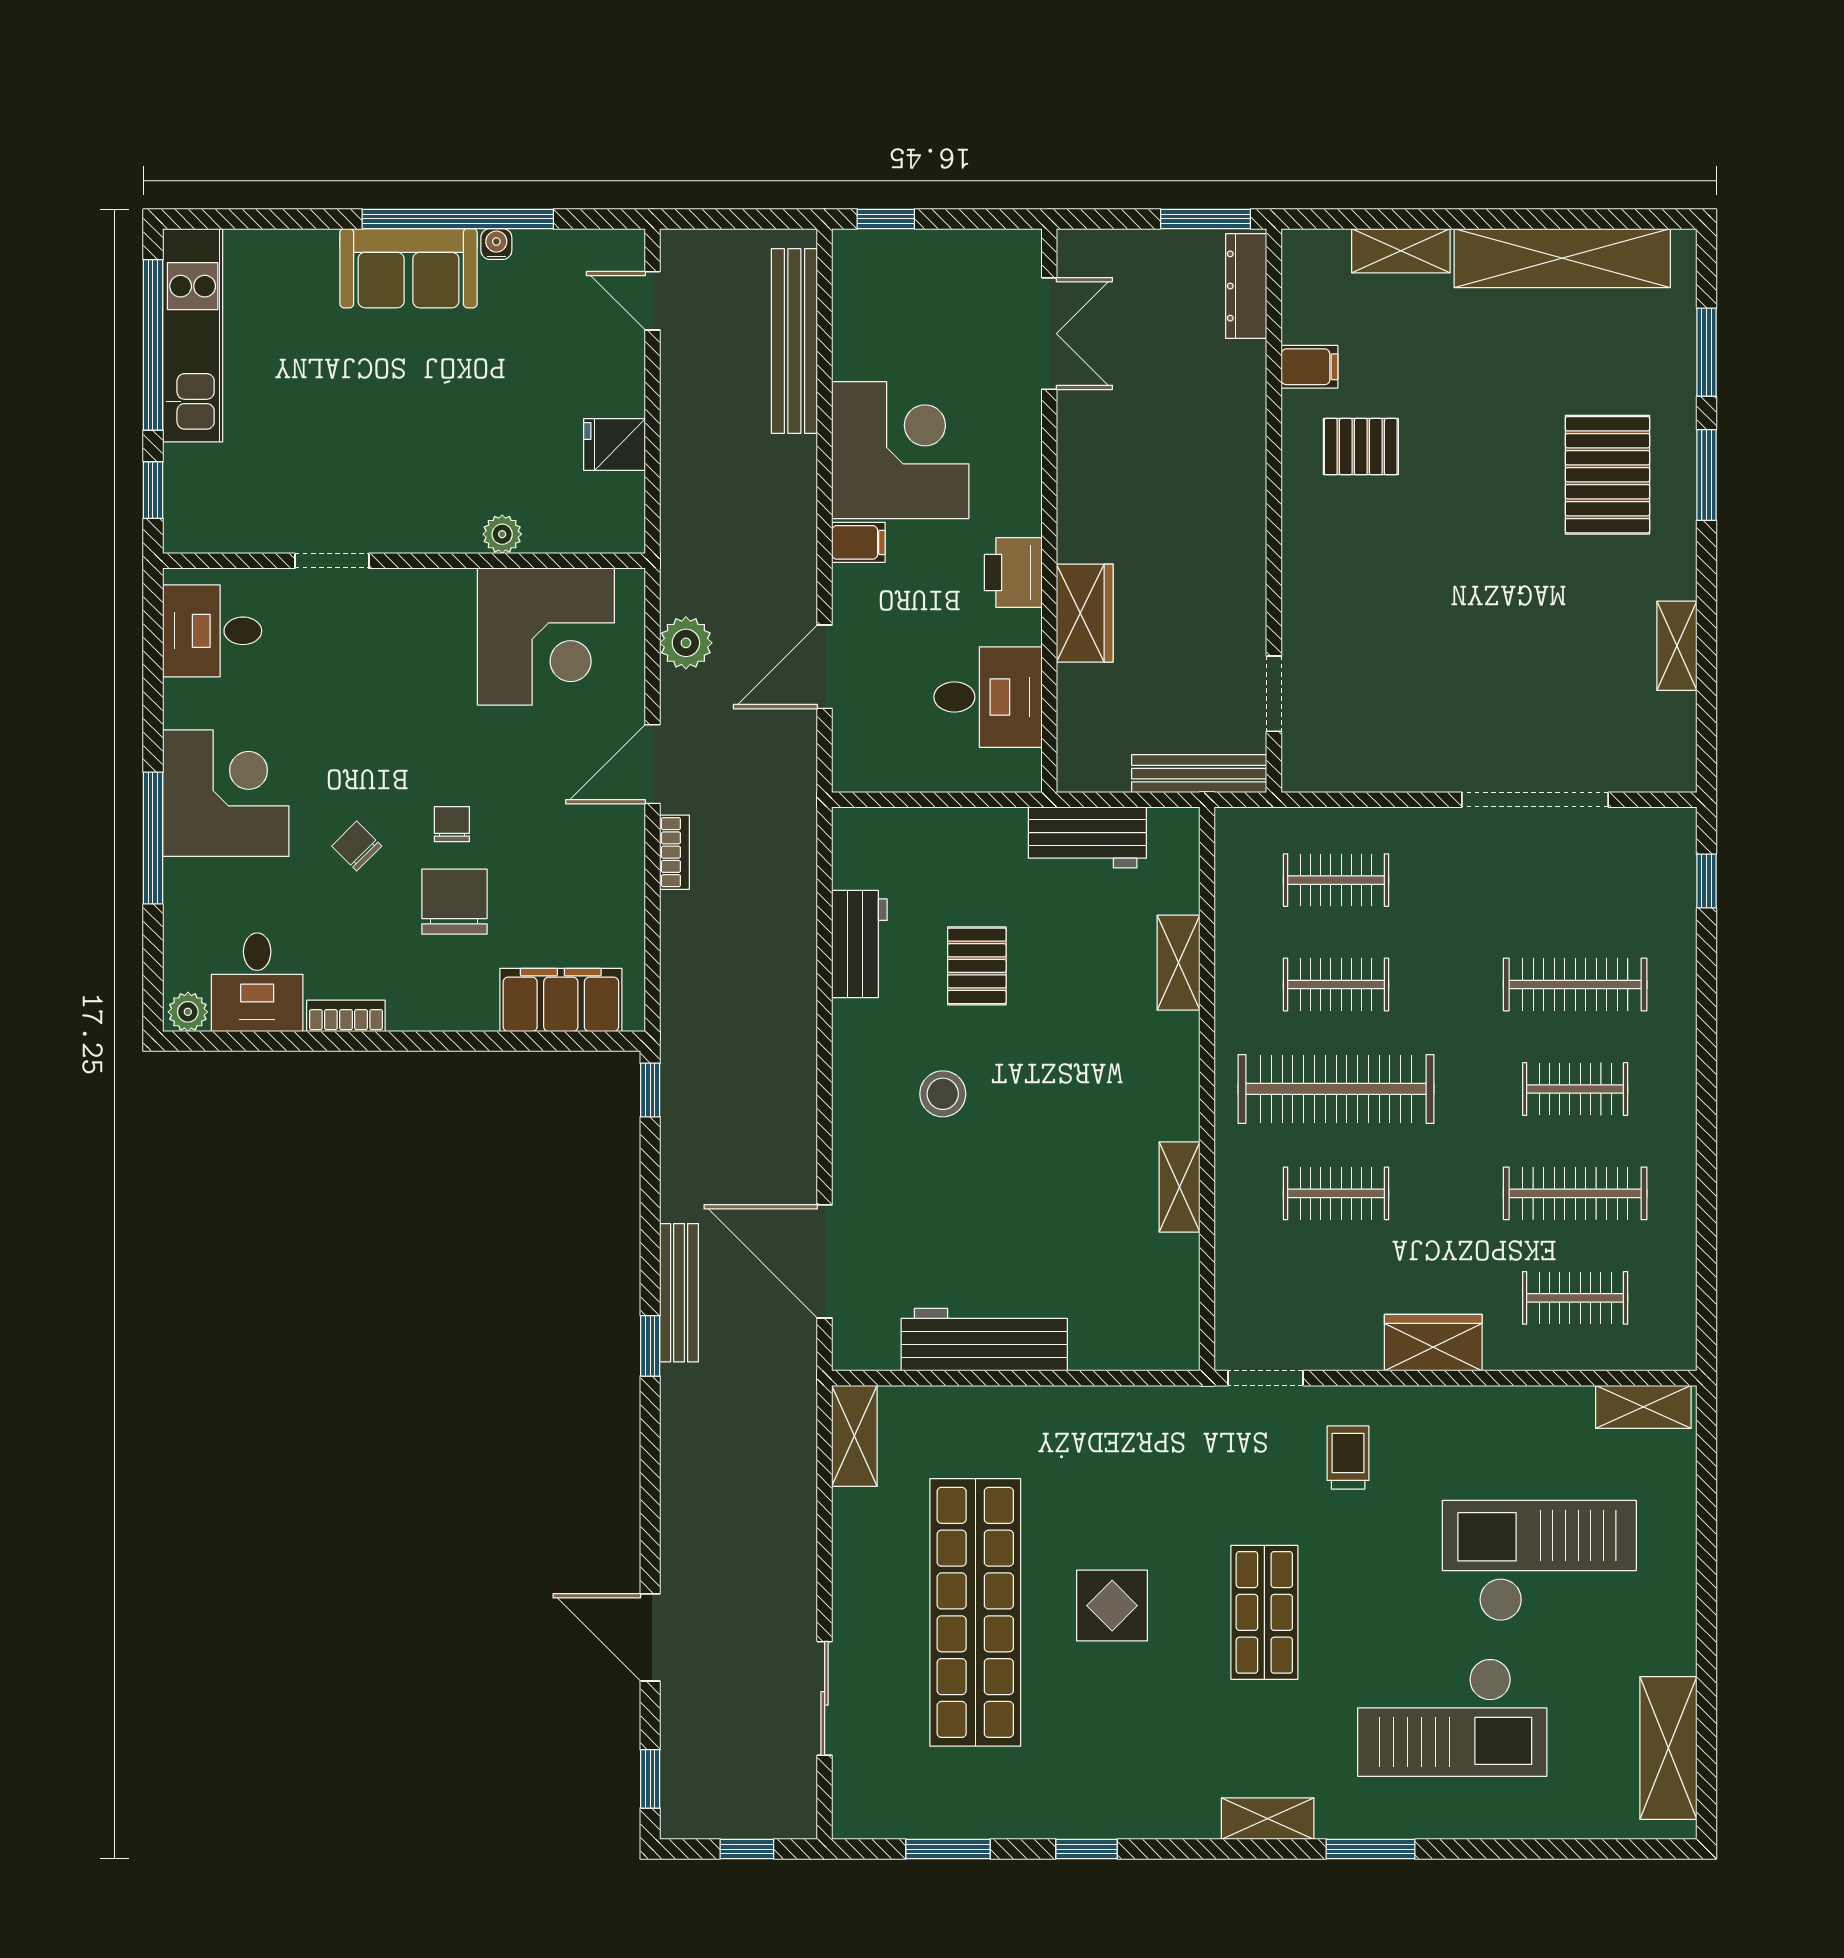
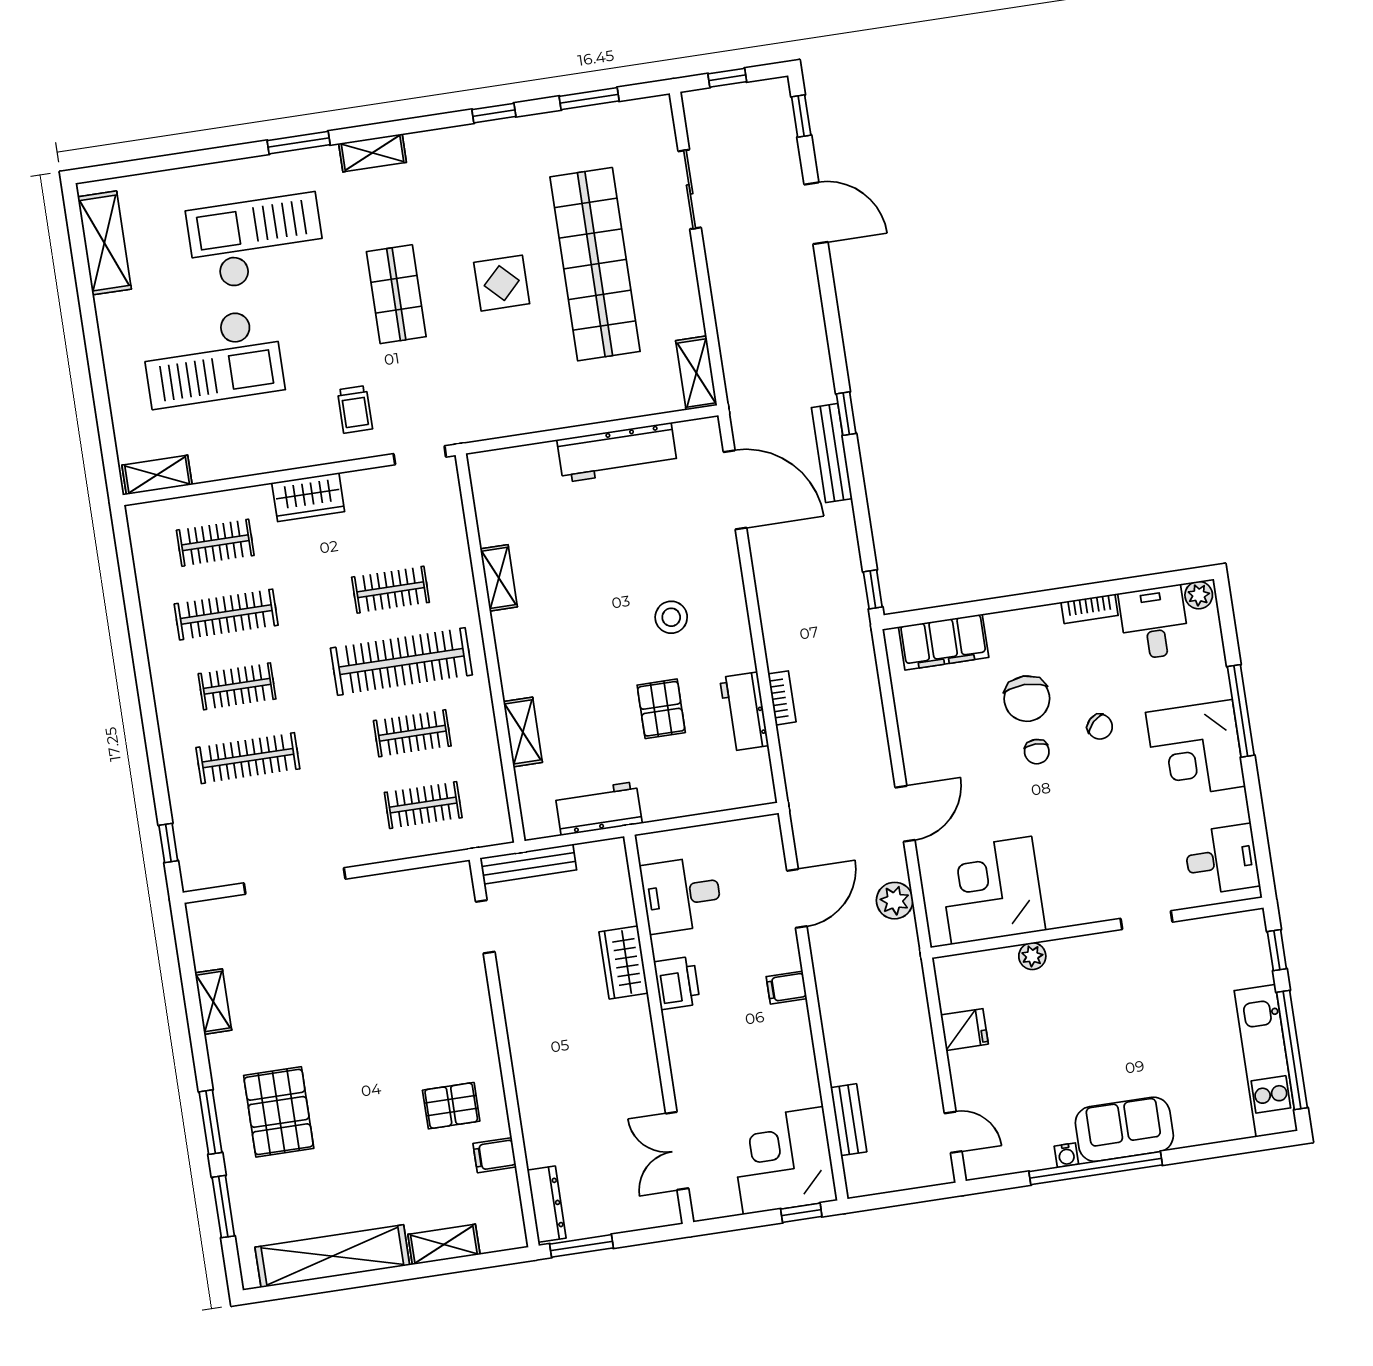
bench: (794, 341) -> (849, 1120), width x0.54, depth x0.82
corner desk: (900, 450) -> (783, 1161), moved, turned 90
bookcase: (675, 852) -> (782, 698), moved, turned 180

